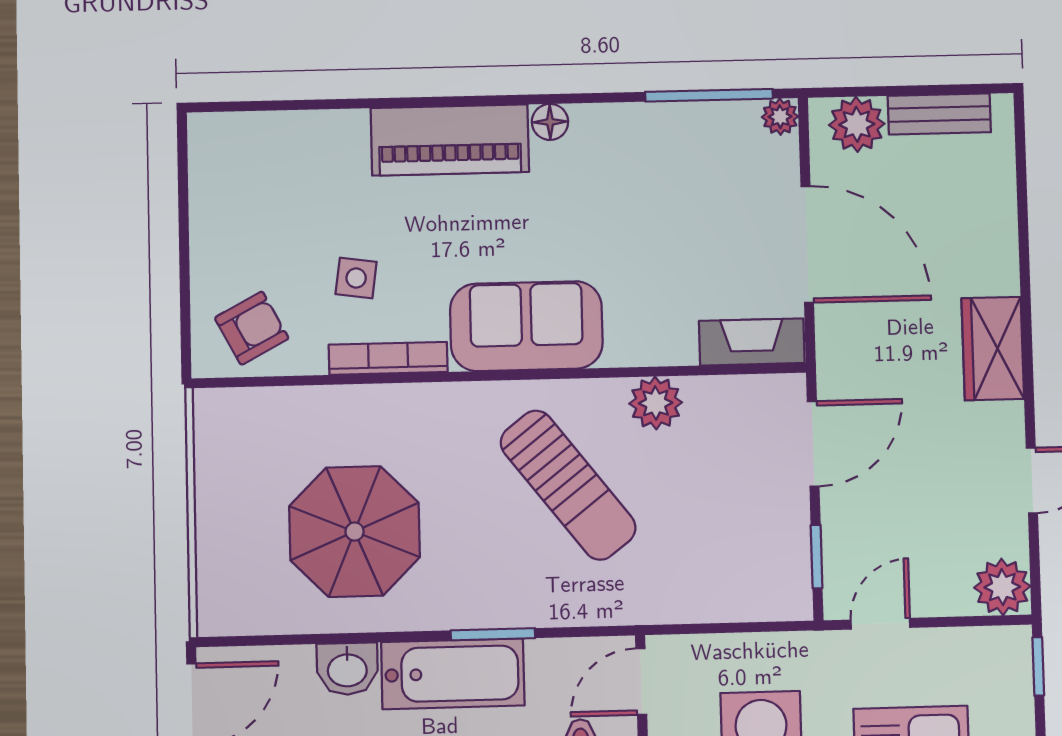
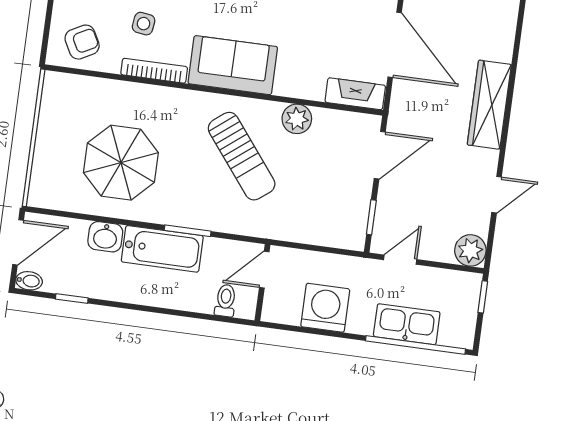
wardrobe: (993, 349) -> (489, 105), width x1.50

